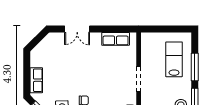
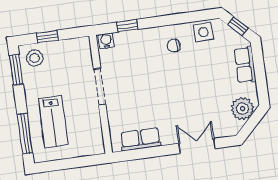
plant: (42, 50) -> (243, 109), added
window: (195, 67) -> (25, 134), moved

